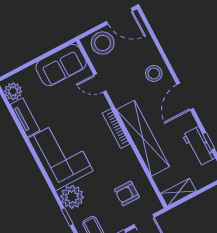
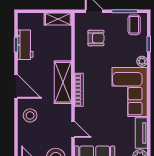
door: (185, 96) -> (16, 87), hinge flipped
shelving: (143, 138) -> (63, 82), width x0.68
plant: (72, 197) -> (142, 61), width x0.53, depth x0.53

